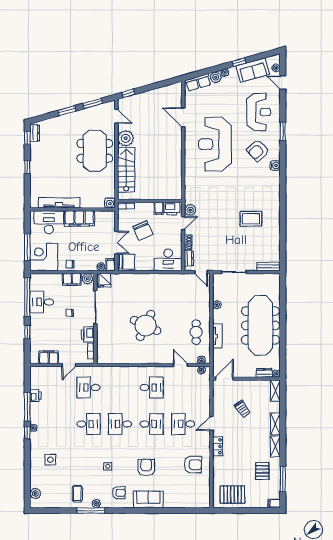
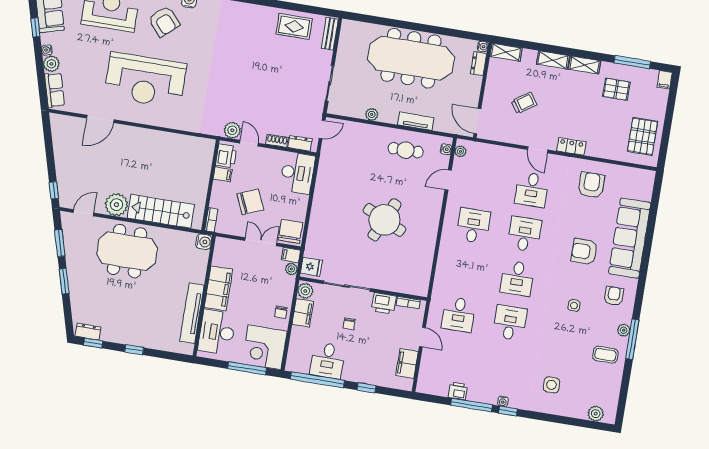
rug: (251, 219) -> (294, 26), moved, turned 90
sofa: (148, 499) -> (630, 238), width x1.85, depth x1.27

